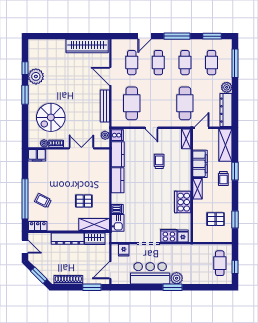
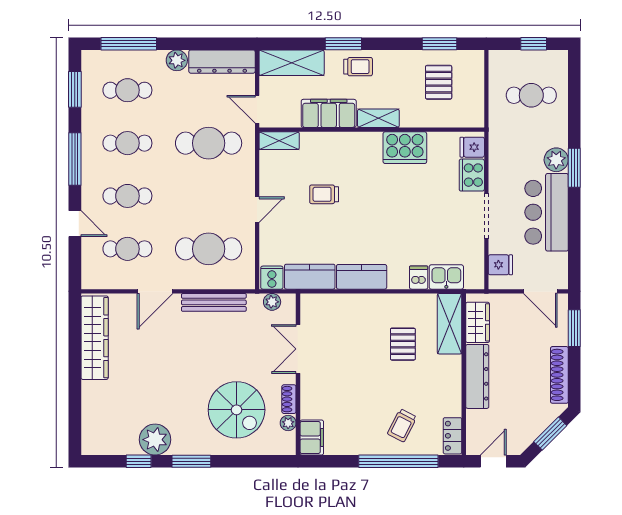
cafe table: (220, 263) -> (531, 95), moved

